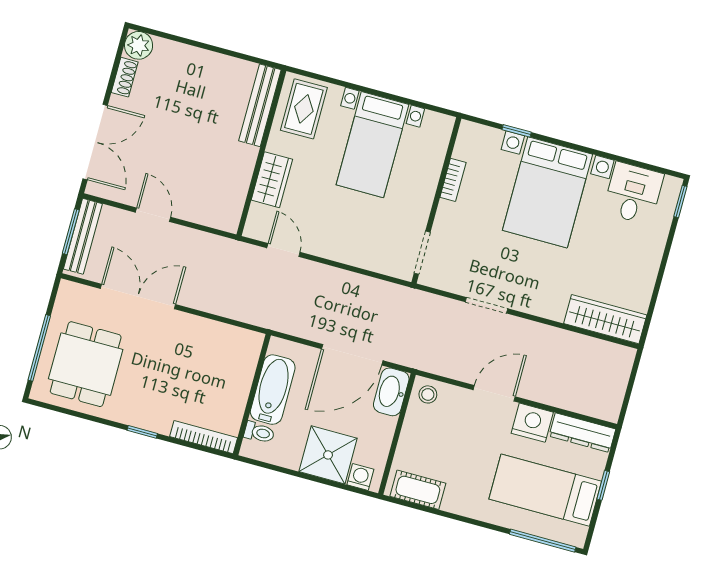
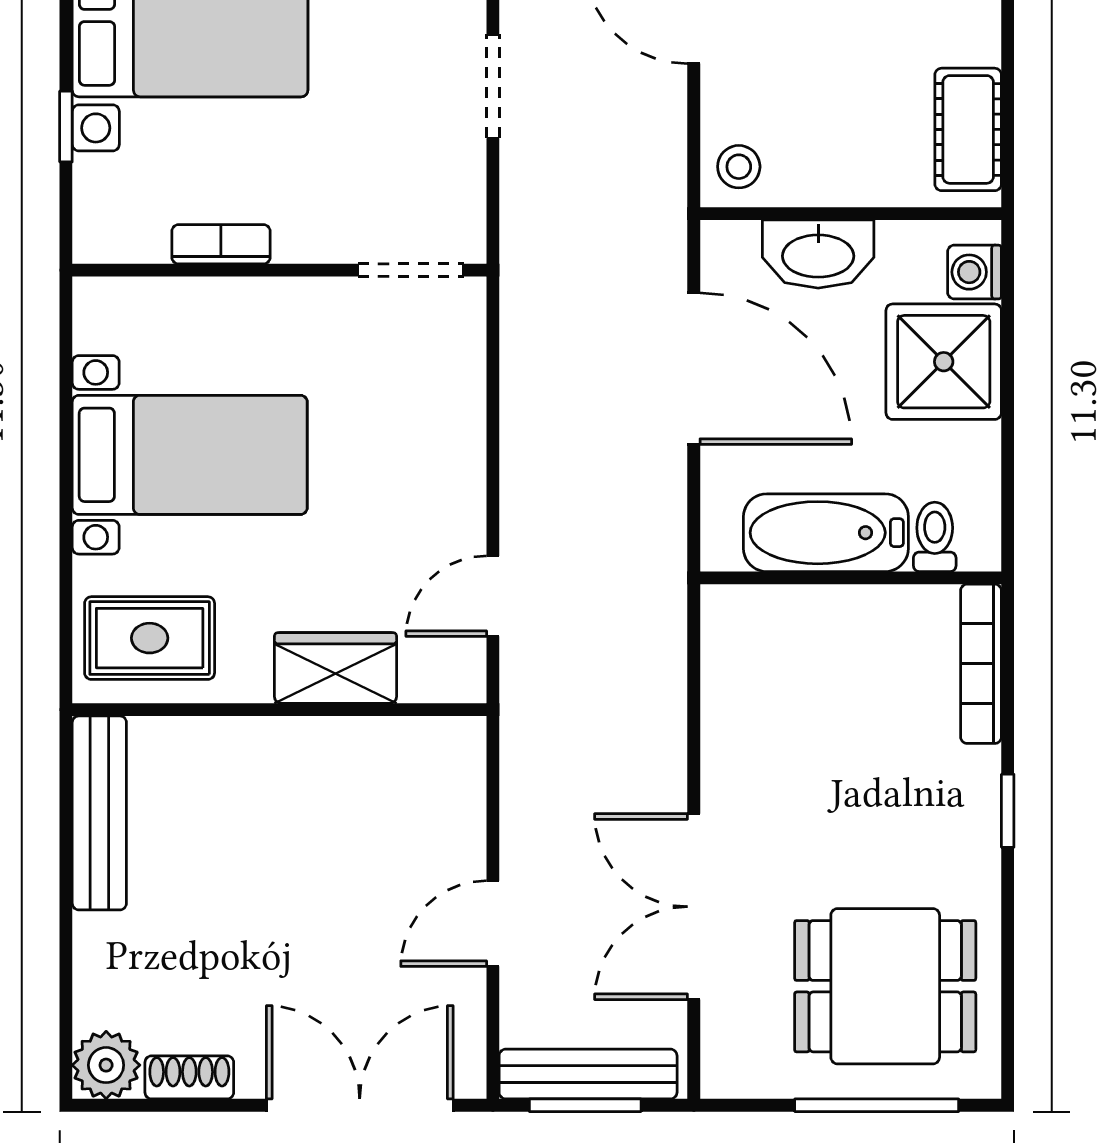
bench: (260, 105) -> (99, 813), moved, turned 90
washbasin: (391, 392) -> (818, 254), moved

